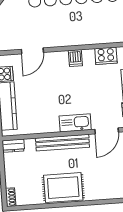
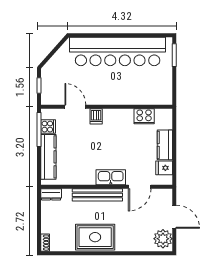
door: (32, 51) -> (75, 107), swing flipped
dishwasher: (75, 58) -> (96, 116), moved

